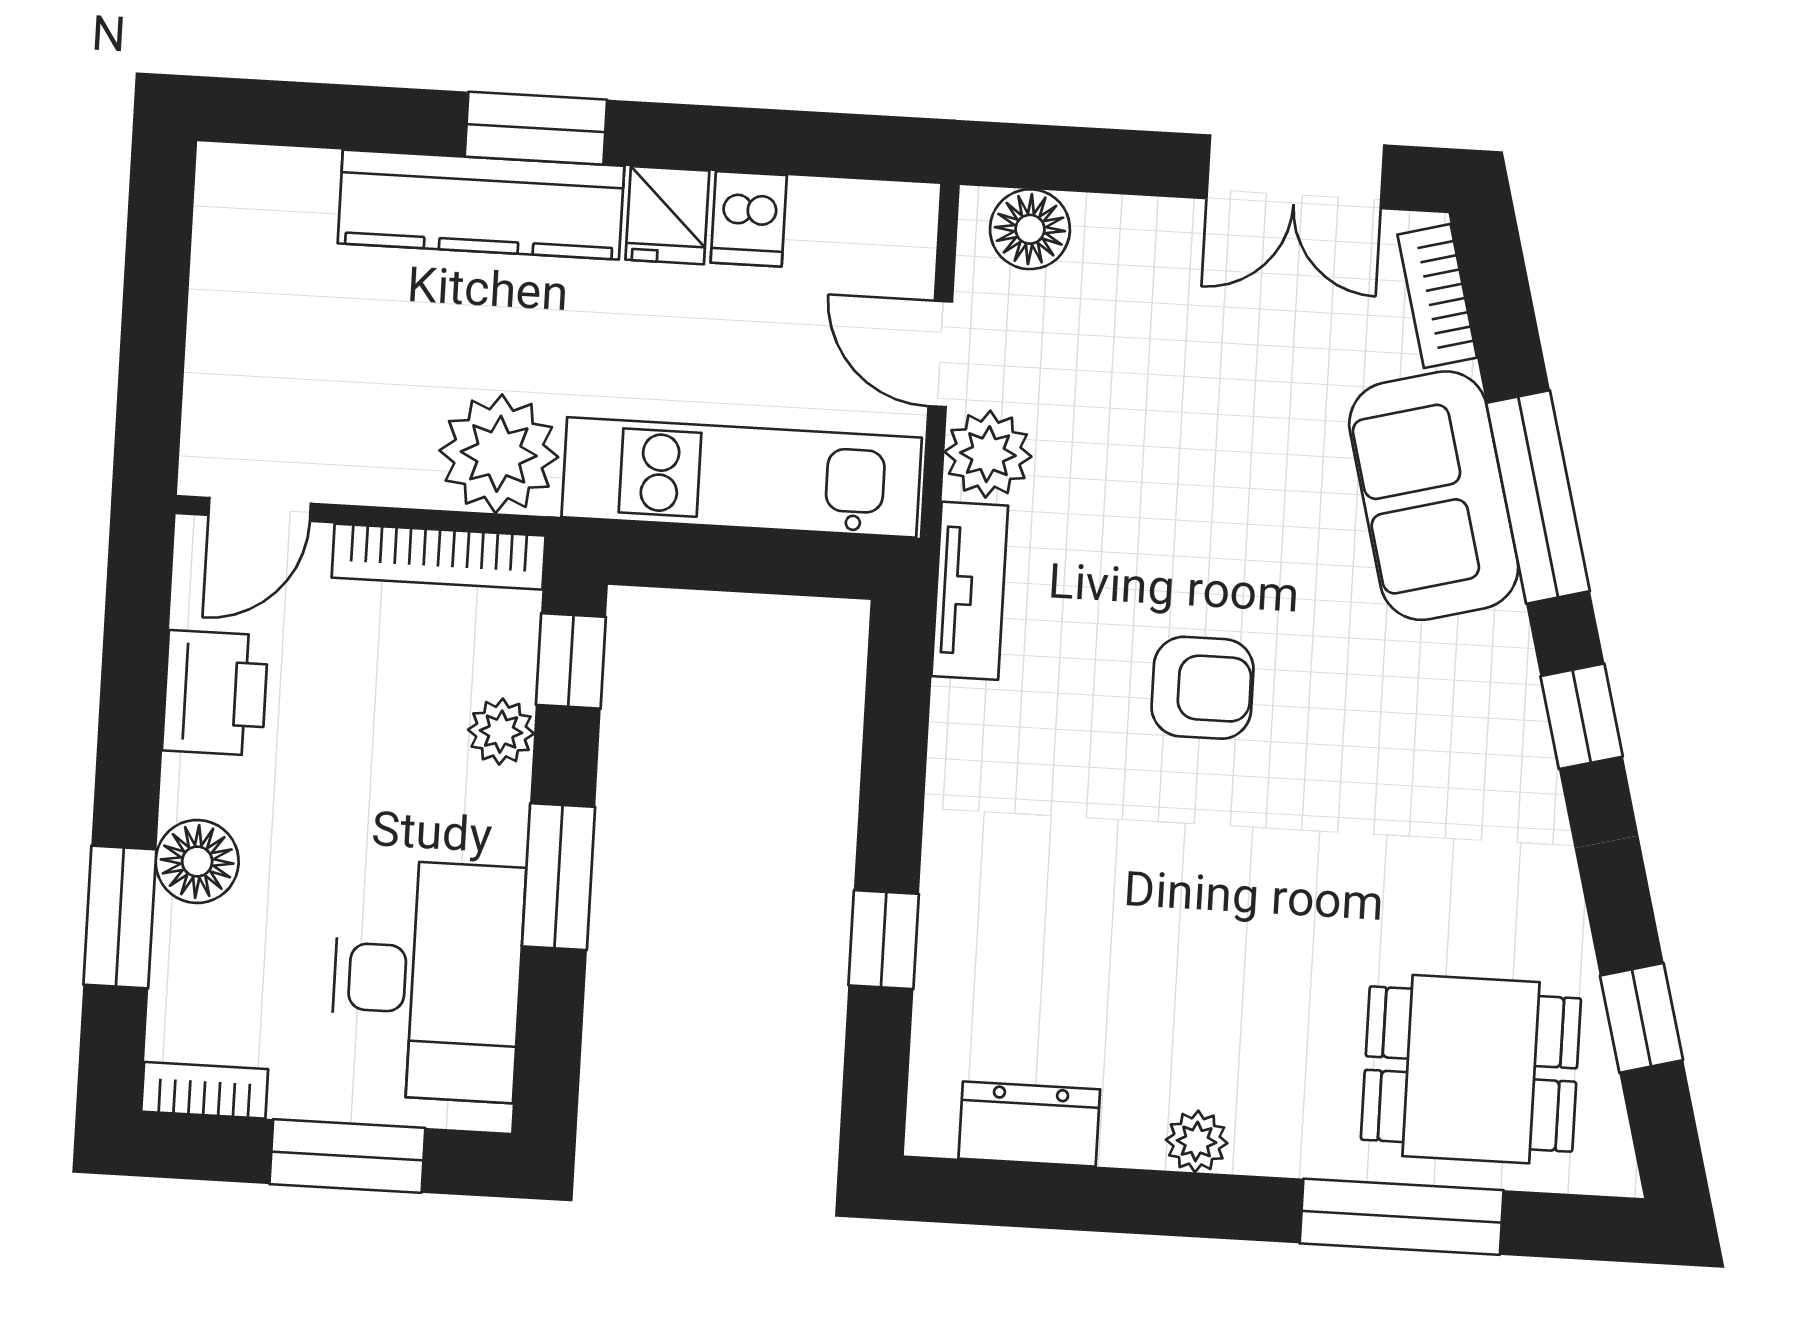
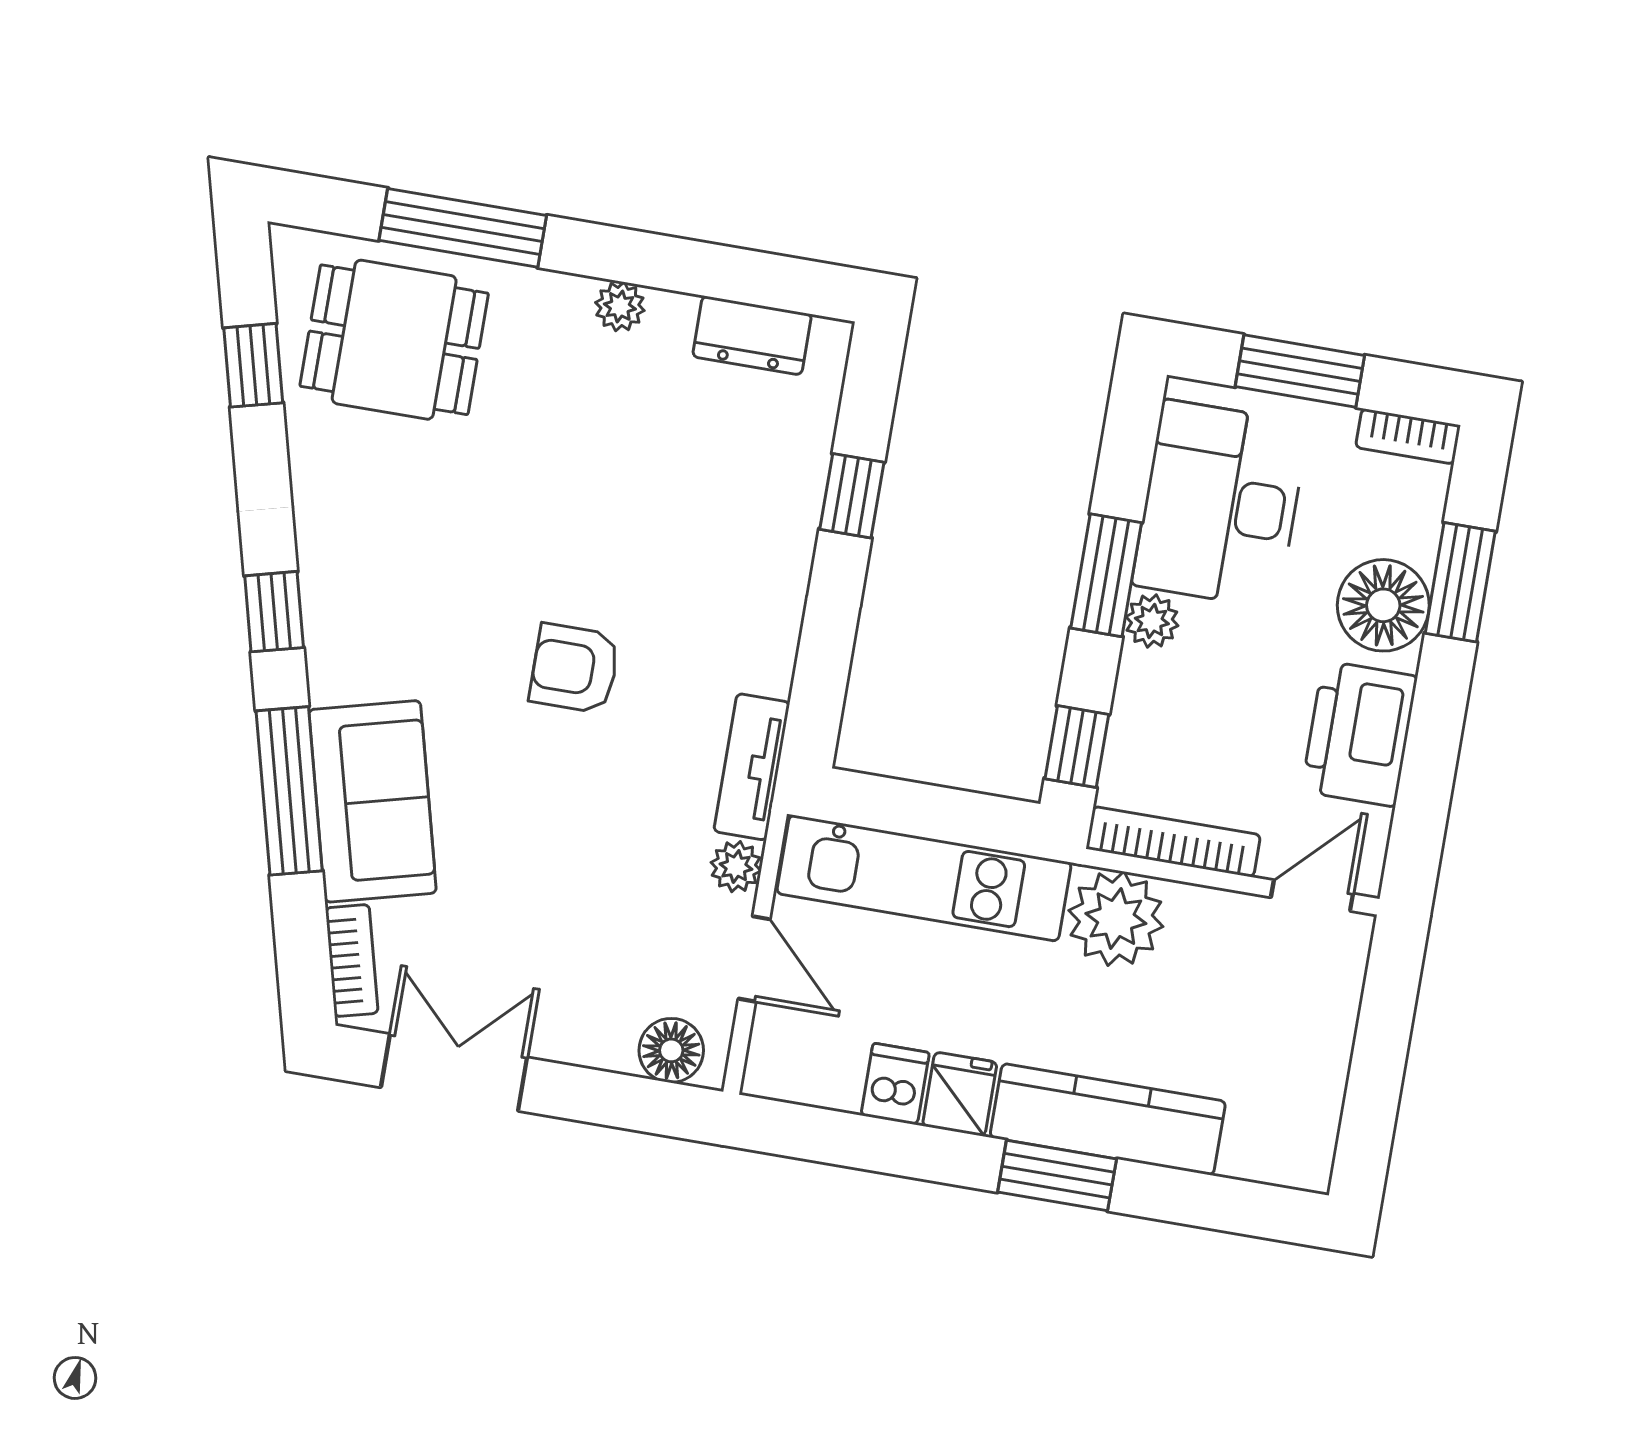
plant: (988, 454) -> (736, 867), width x0.73, depth x0.73
printer: (215, 693) -> (1359, 734), width x1.37, depth x1.19
plant: (501, 732) -> (1152, 621), moved
floor lamp: (197, 861) -> (1383, 605), width x1.38, depth x1.38

